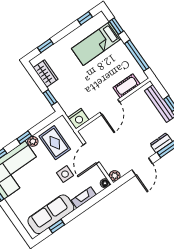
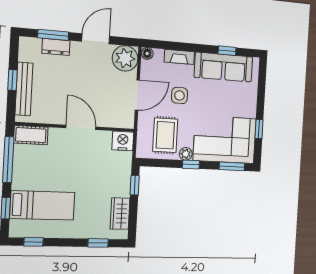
cot: (127, 86) -> (31, 135), moved
door: (110, 107) -> (81, 127), hinge flipped
plant: (115, 176) -> (125, 58), width x1.88, depth x1.88

